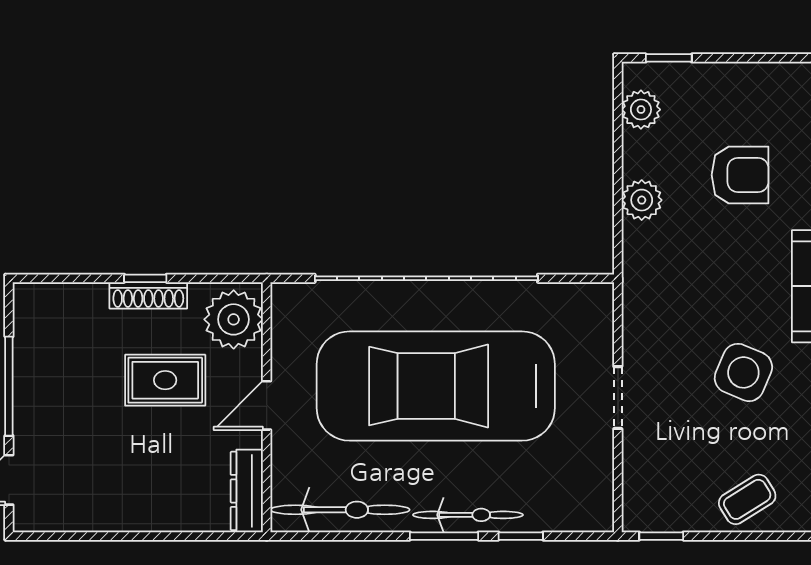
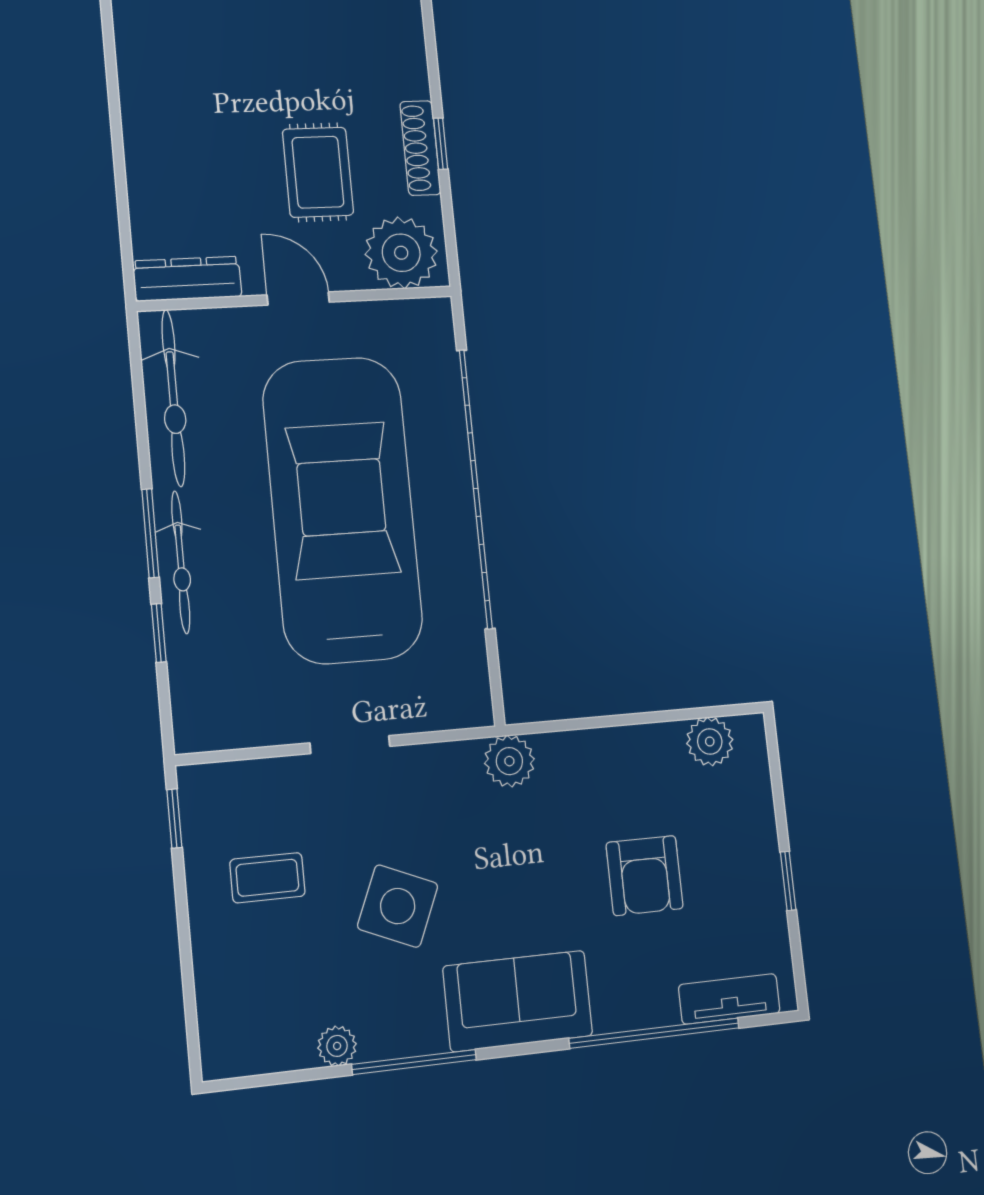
window: (669, 58) -> (788, 881), moved
plant: (642, 200) -> (509, 761), moved
coffee table: (747, 499) -> (267, 878), moved, turned -58

